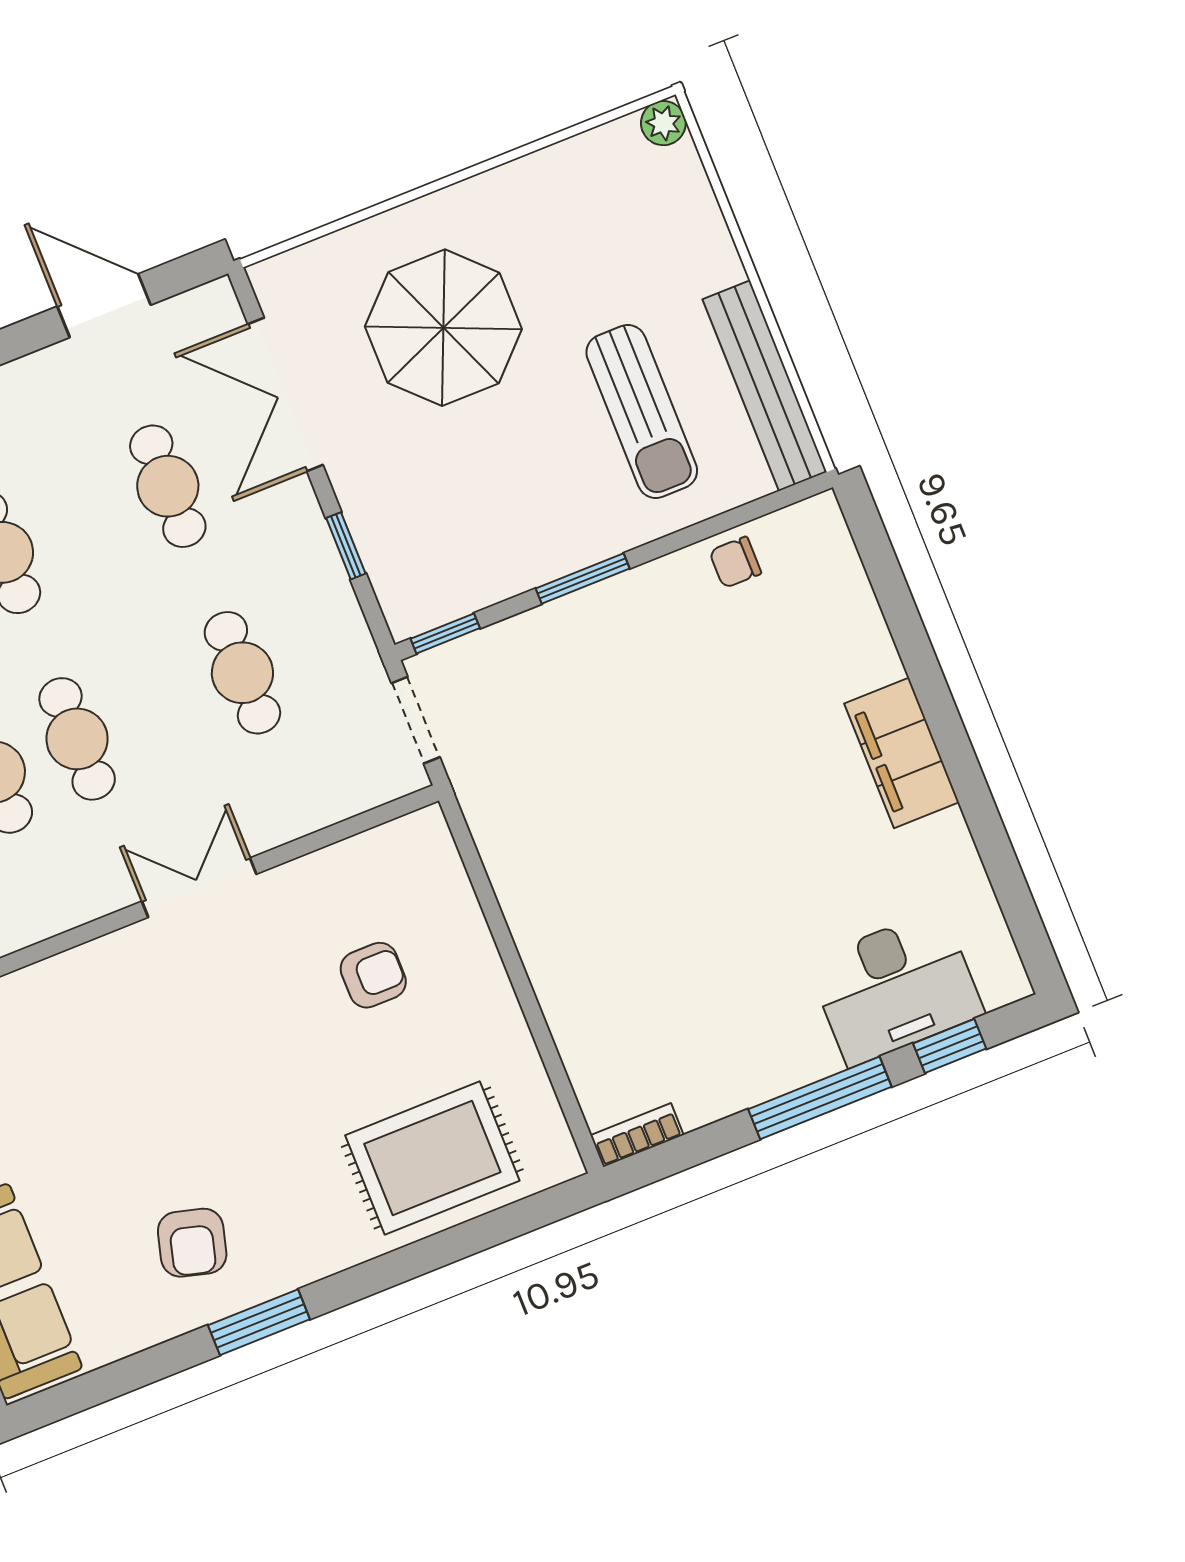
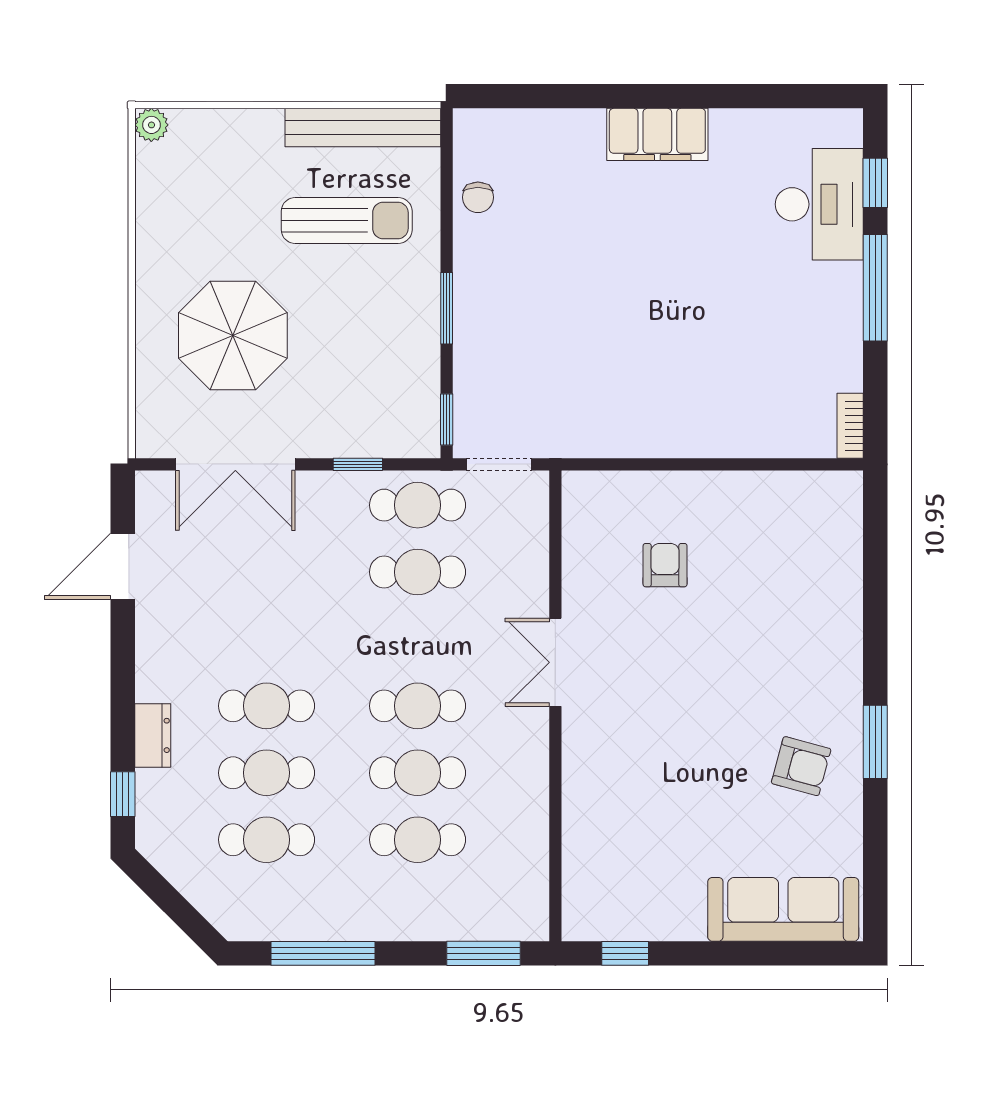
cafe table: (168, 486) -> (418, 505), moved
rug: (432, 1158) -> (809, 575), removed

